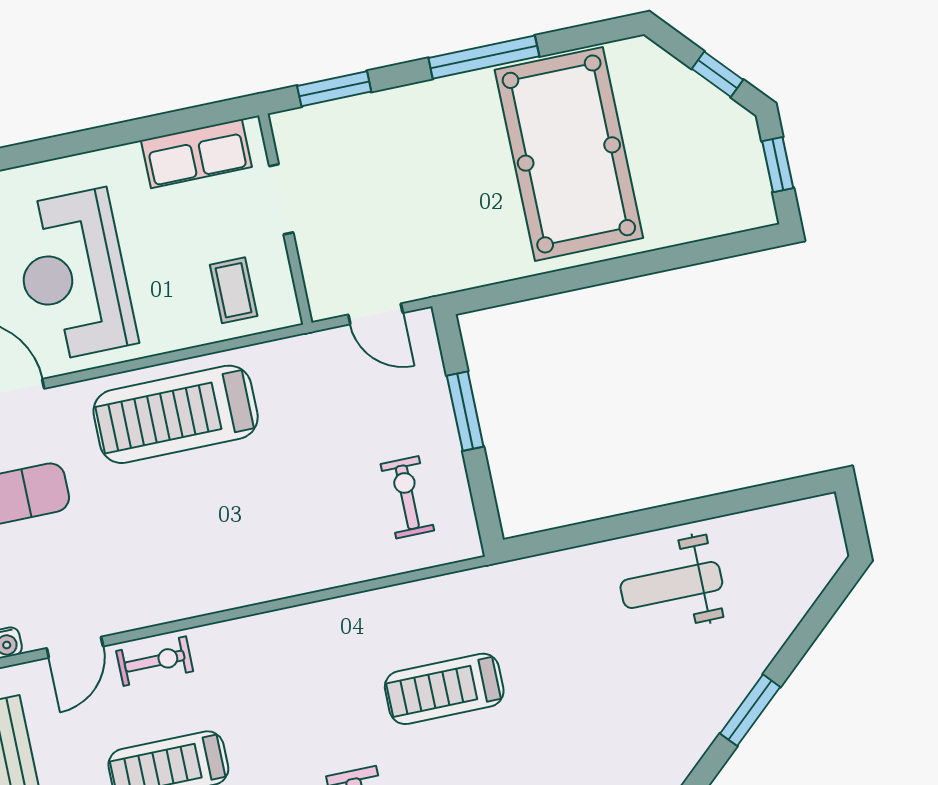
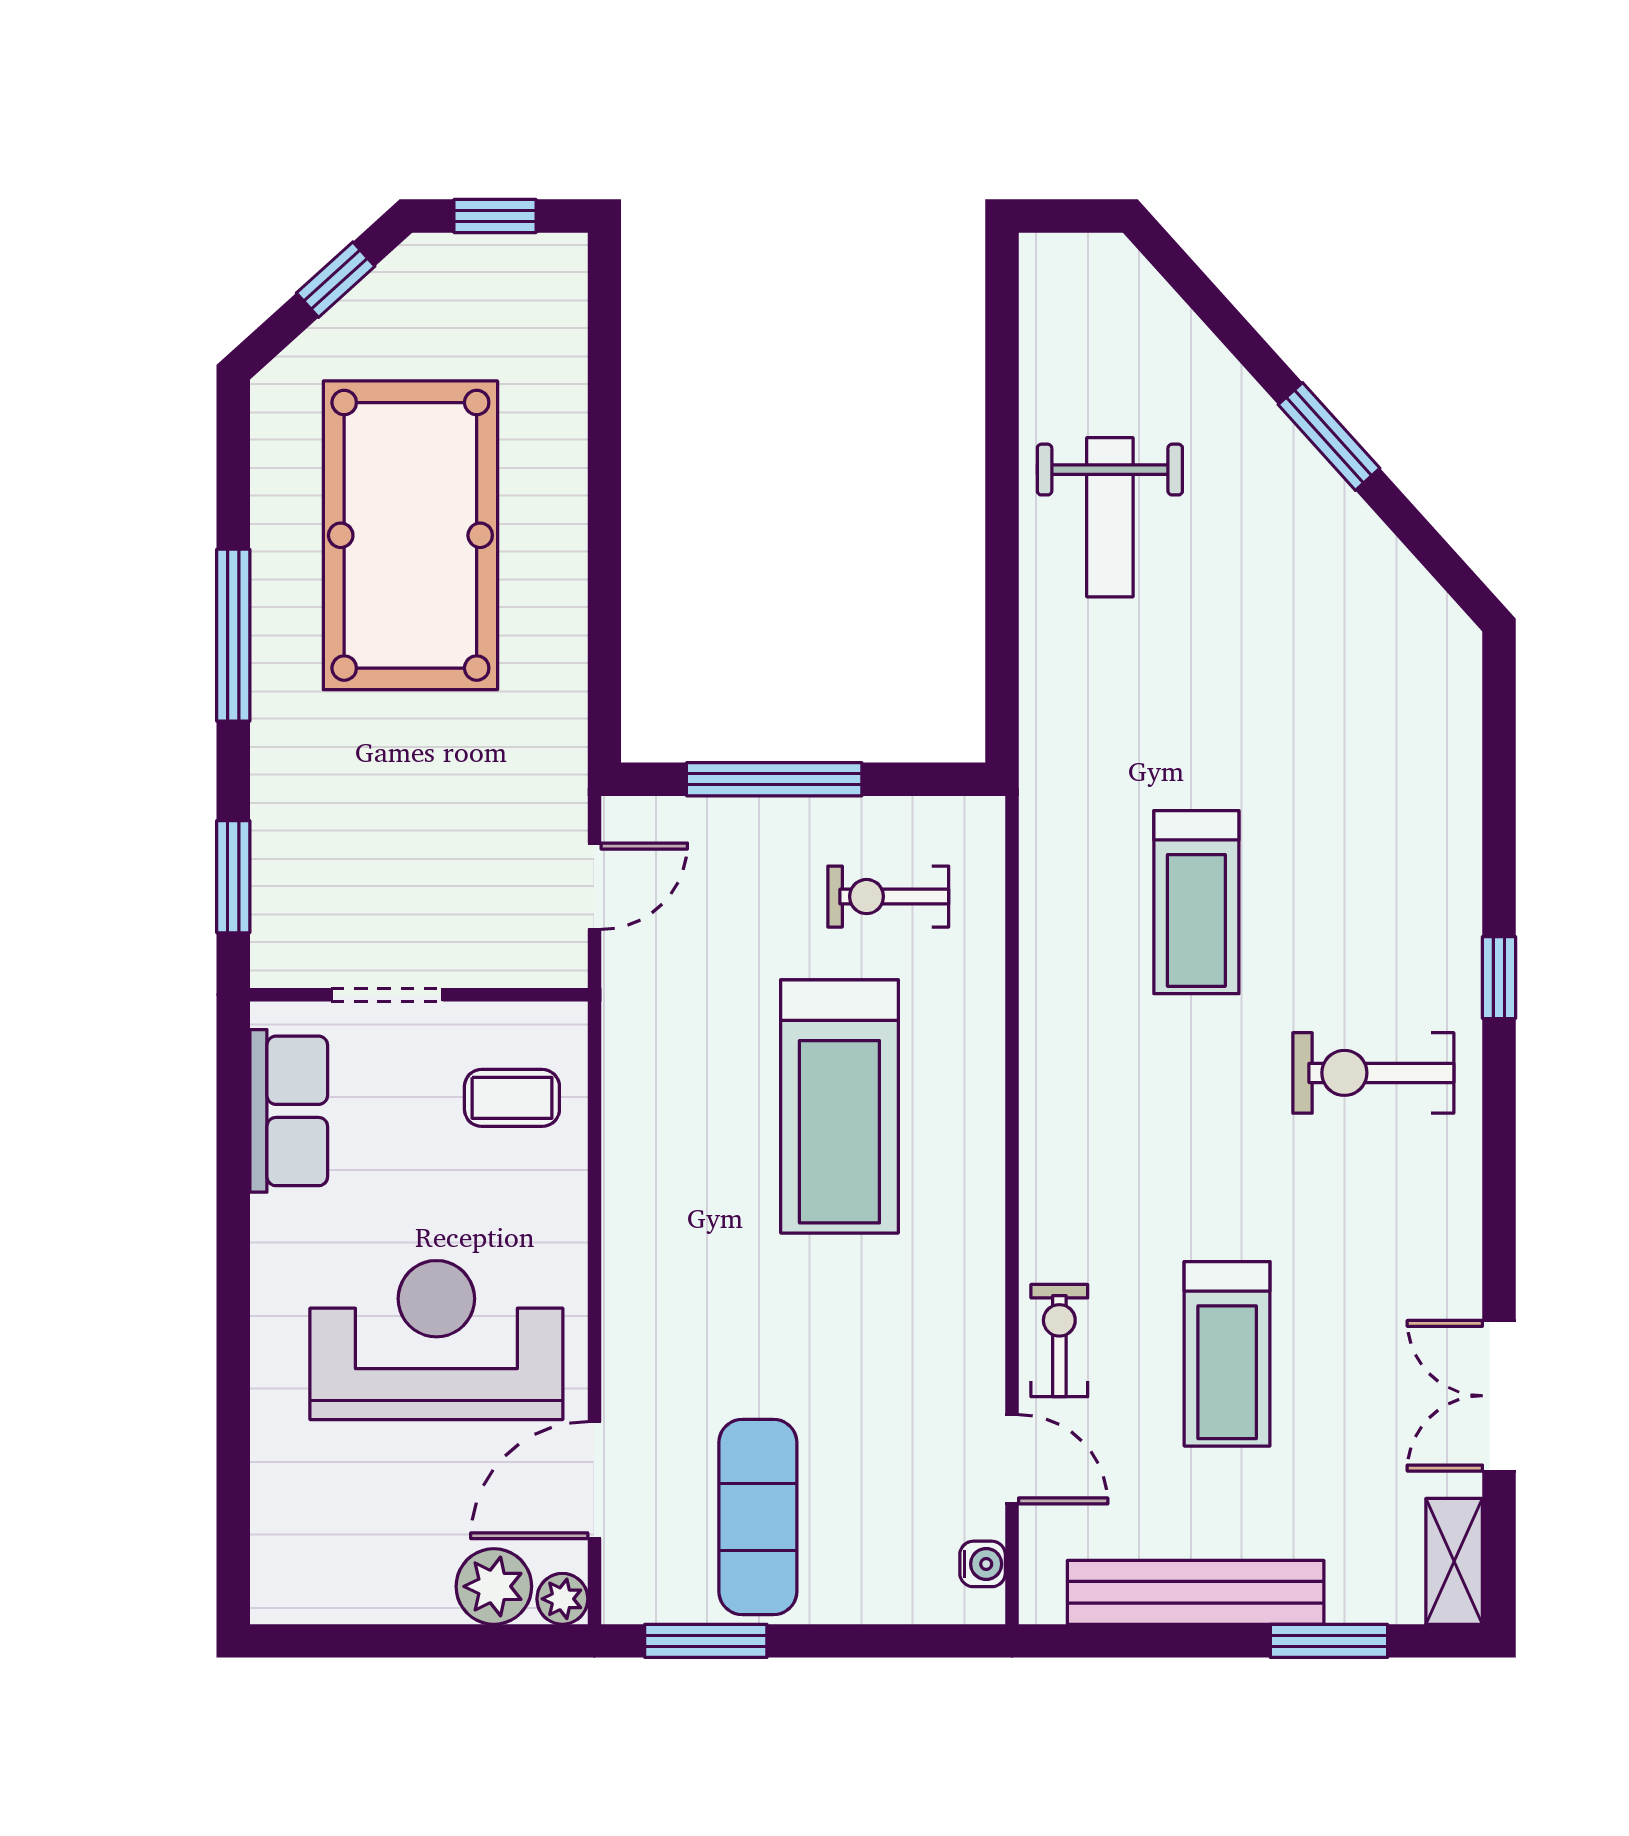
pool table: (569, 154) -> (410, 535), turned 90
reception desk: (74, 275) -> (436, 1340), turned 180
window: (465, 411) -> (774, 779), width x1.44
treadmill: (176, 414) -> (839, 1106), moved

